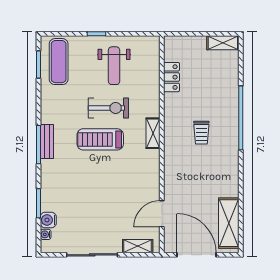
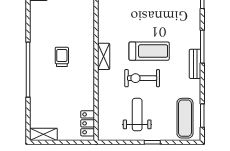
locker: (171, 77) -> (88, 123), moved
bench: (47, 142) -> (195, 64), moved

